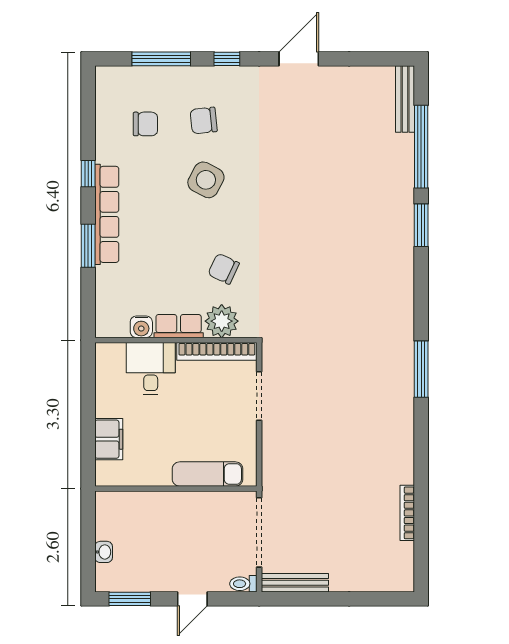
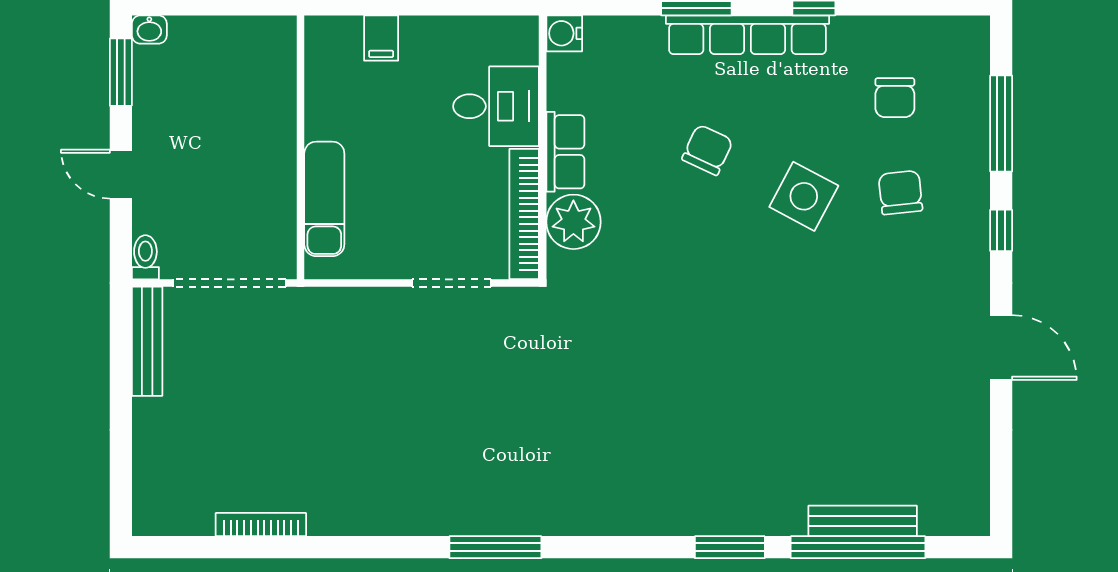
bench: (405, 99) -> (863, 521), moved
chair: (224, 269) -> (707, 150), moved
water cooler: (141, 327) -> (564, 33), moved
filing cabinet: (109, 439) -> (381, 38), width x0.50
washbasin: (104, 552) -> (149, 29), moved

